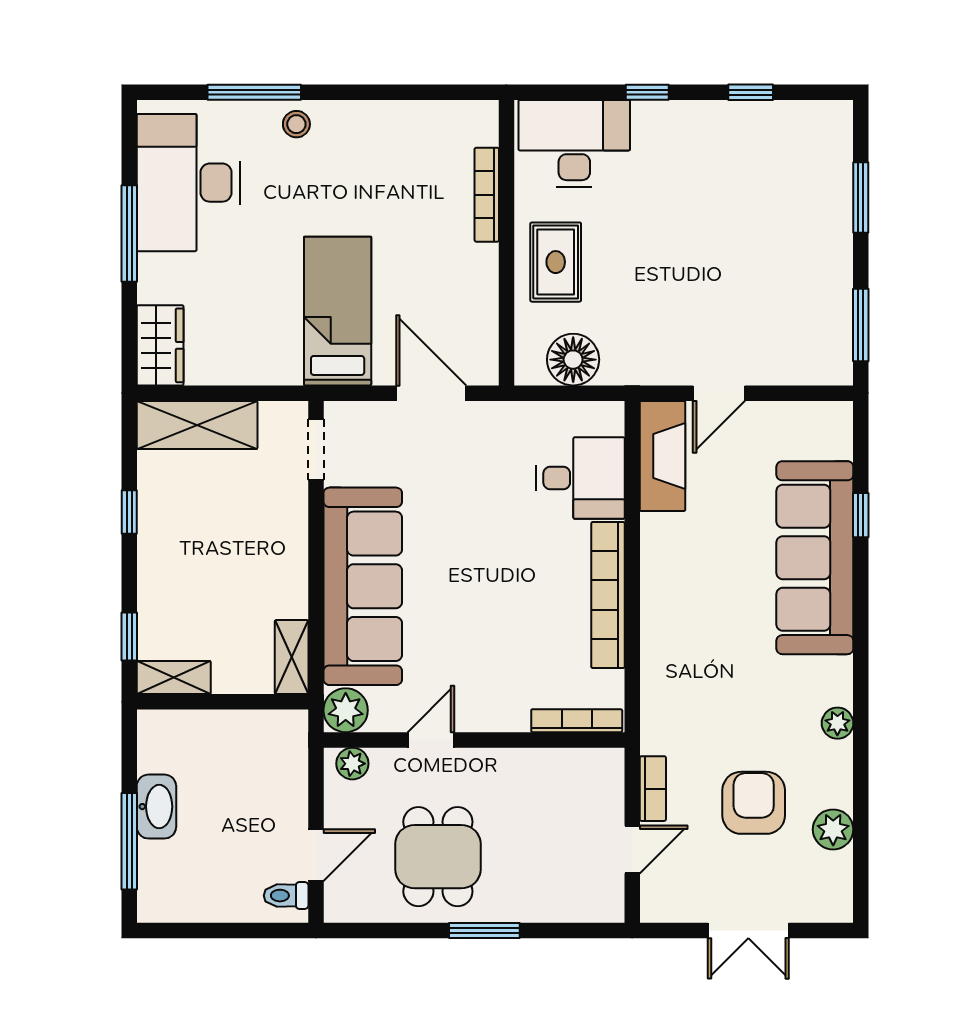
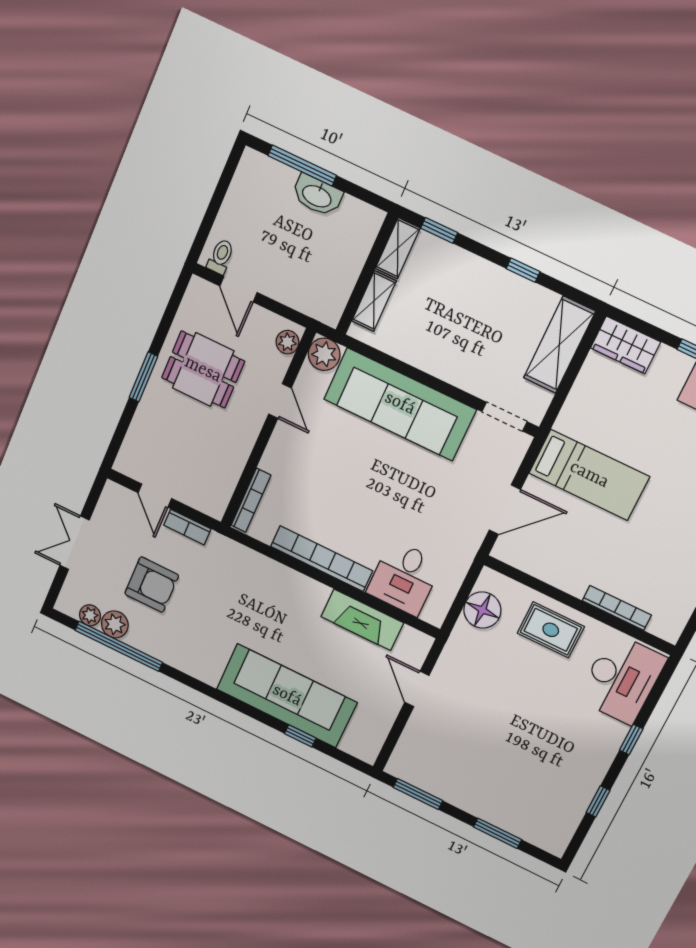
fireplace: (663, 456) -> (362, 620), moved
shelving: (292, 657) -> (374, 301), moved, turned 90
plant: (837, 723) -> (90, 615), moved
window: (861, 811) -> (119, 646), added

